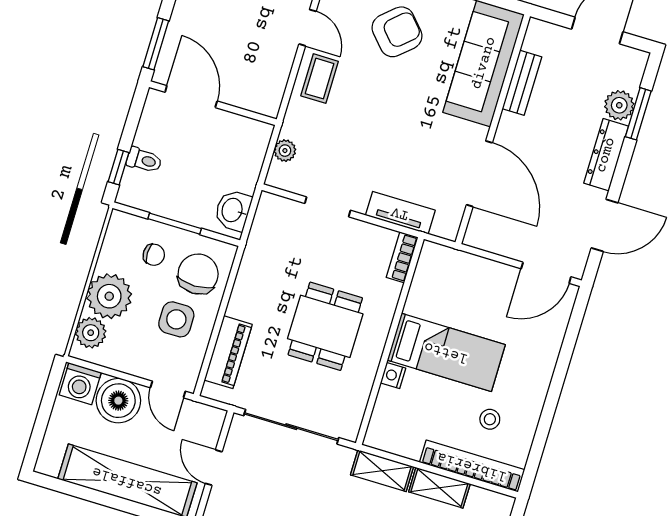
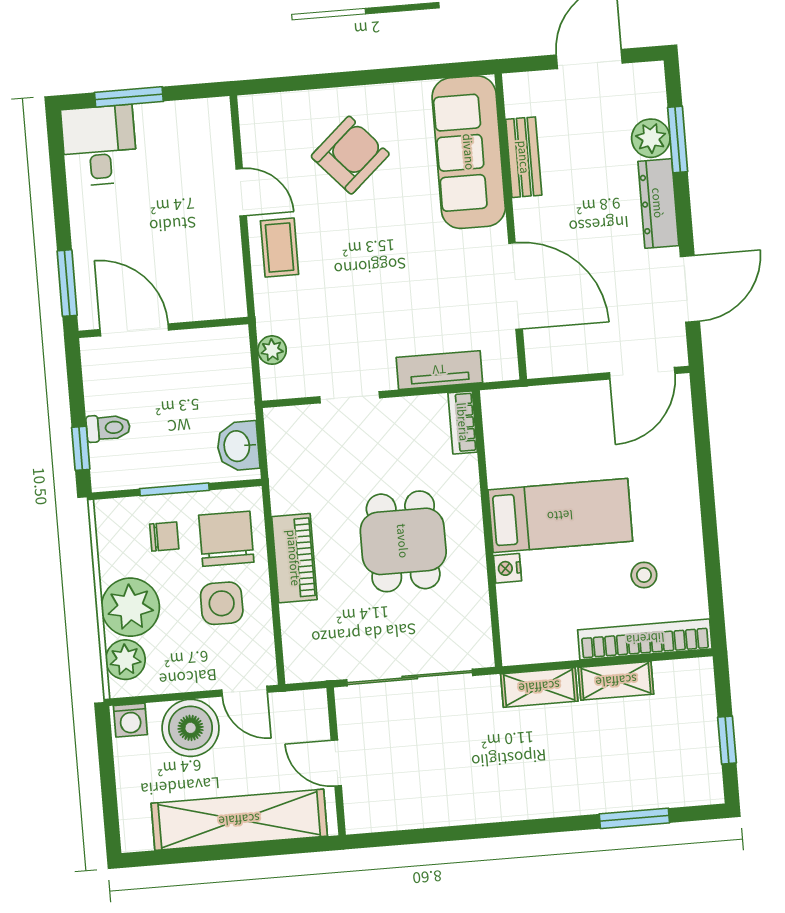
piano: (228, 352) -> (294, 558), moved
washing machine: (80, 384) -> (130, 720), width x0.73, depth x0.73

